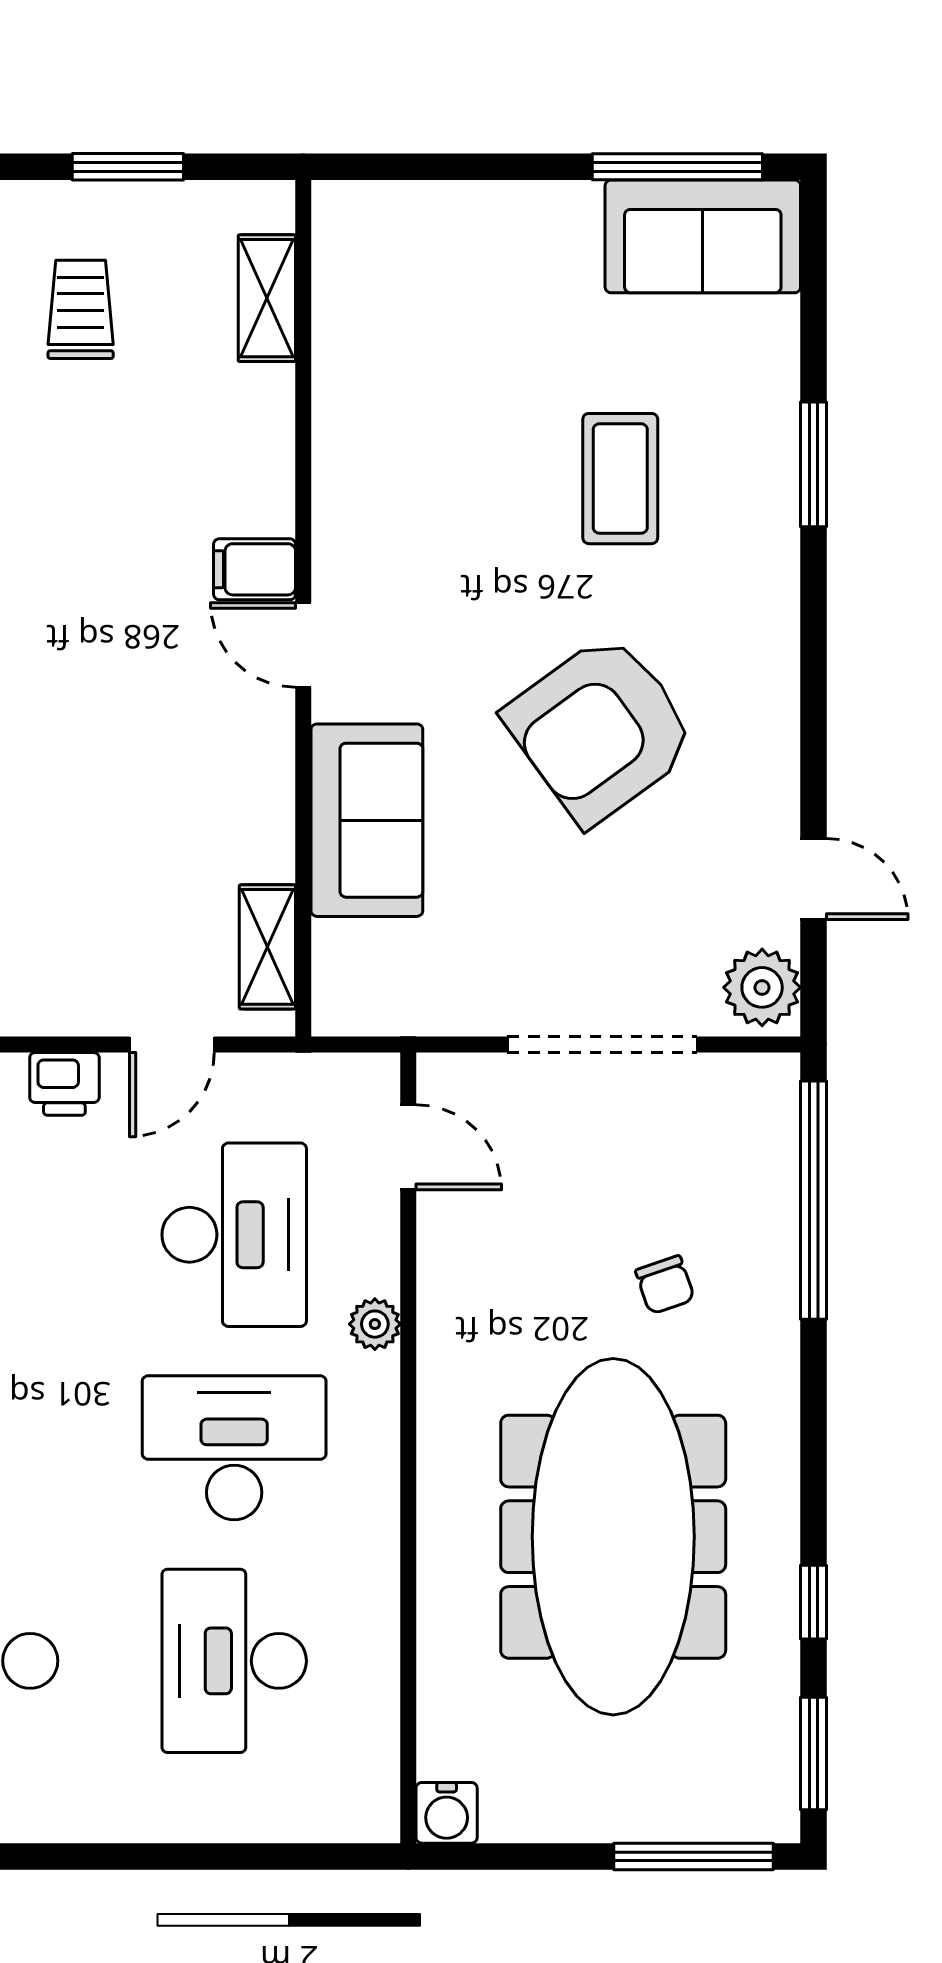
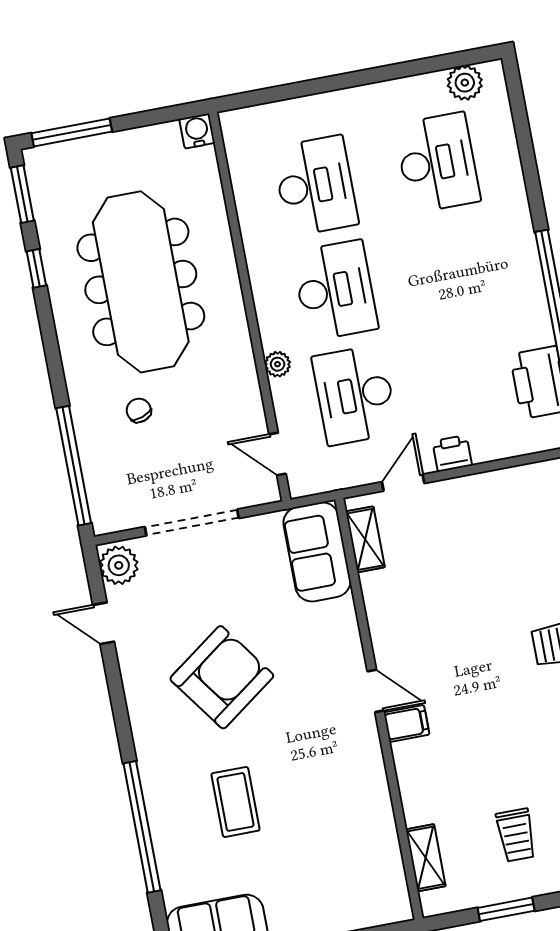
window: (814, 464) -> (142, 827), width x2.11
sofa: (367, 820) -> (317, 552), moved
desk: (234, 1448) -> (335, 290), turned -90

